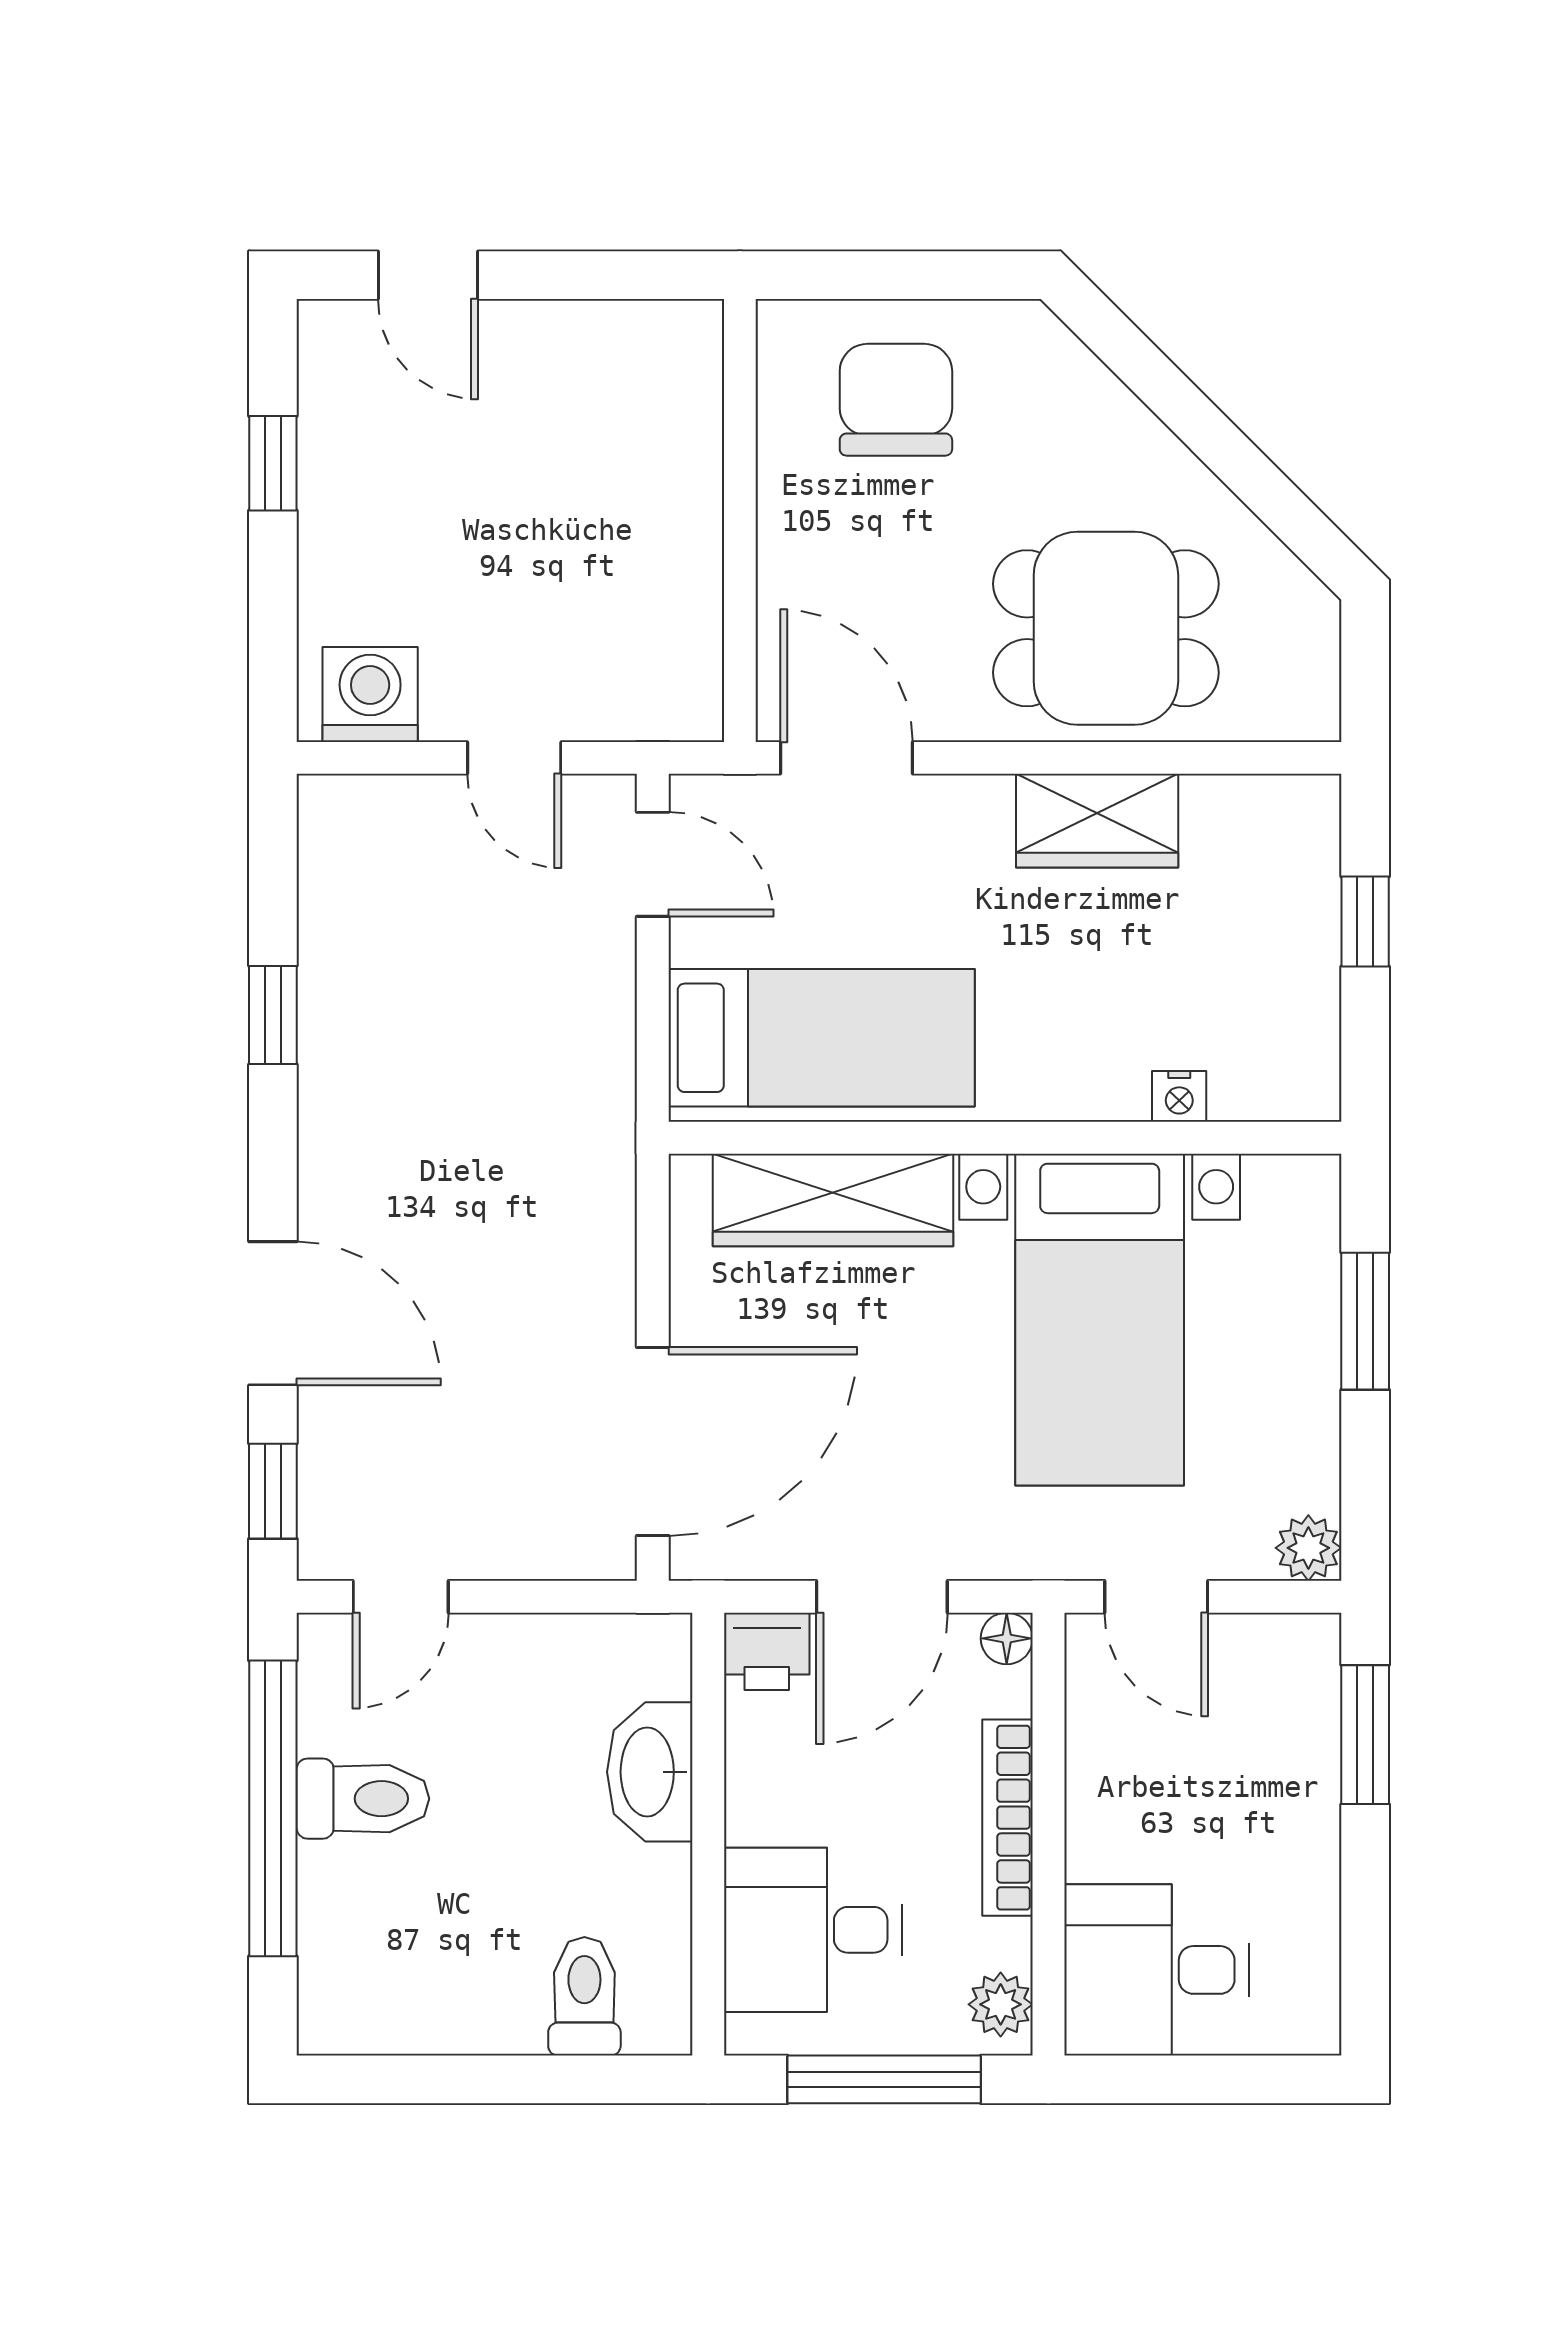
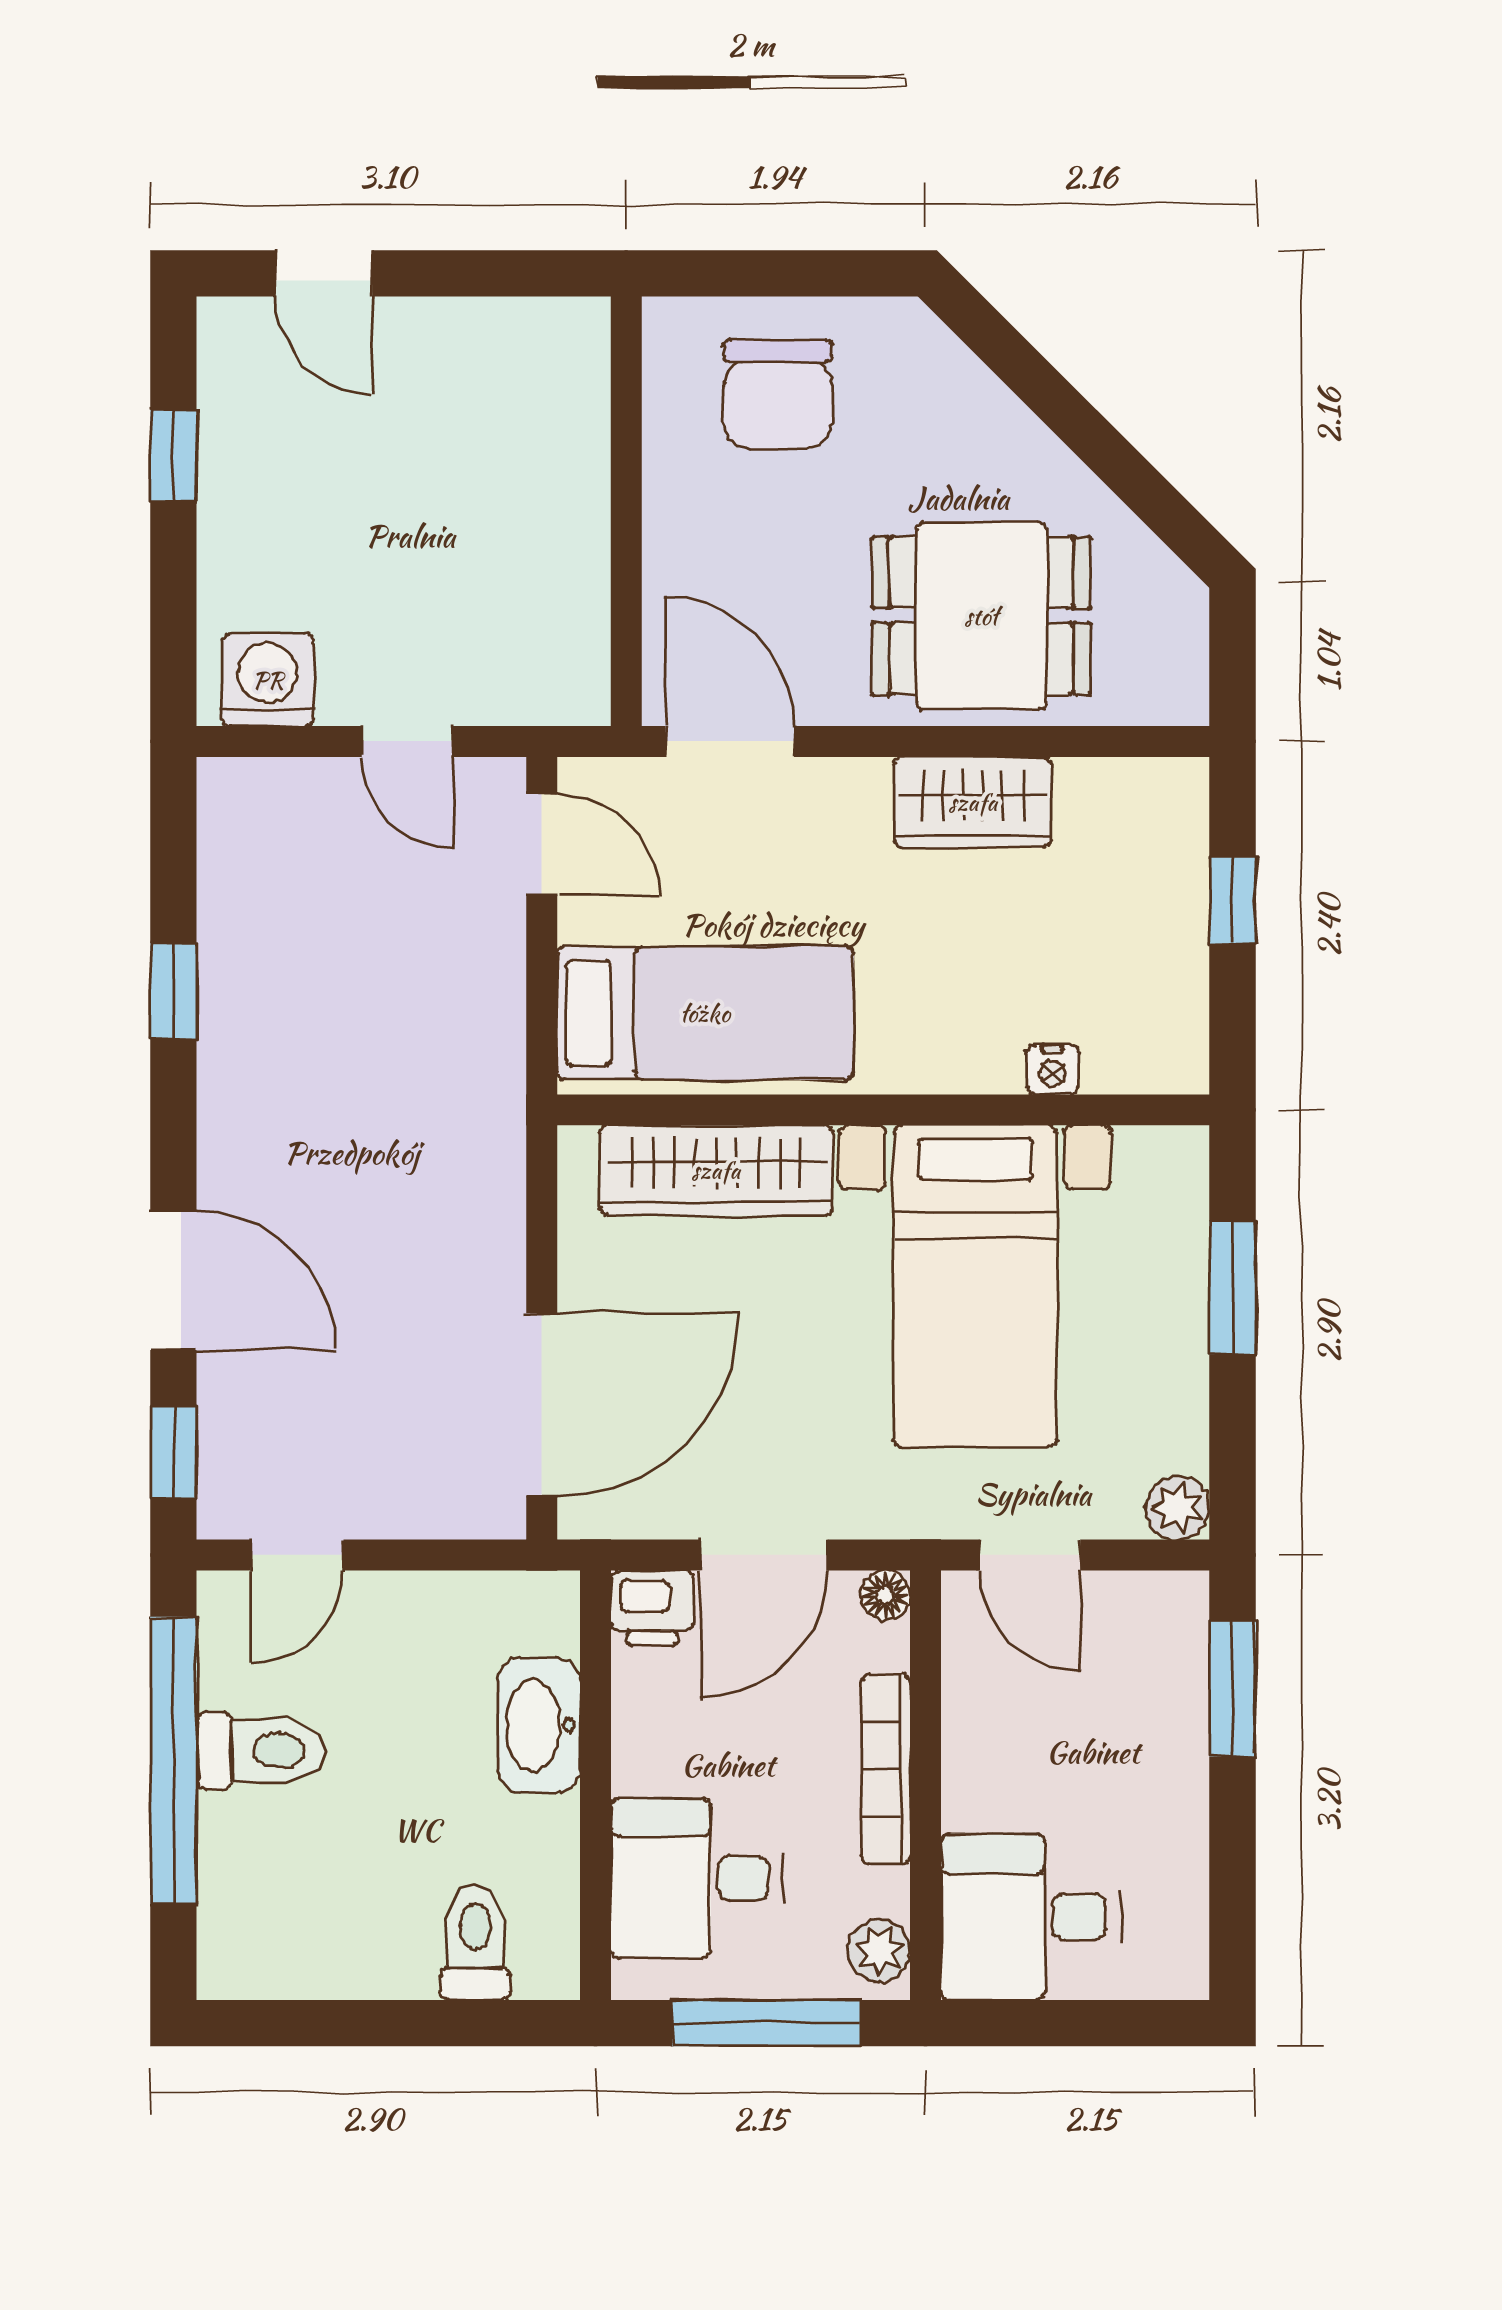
chair: (896, 400) -> (778, 394), turned 180

